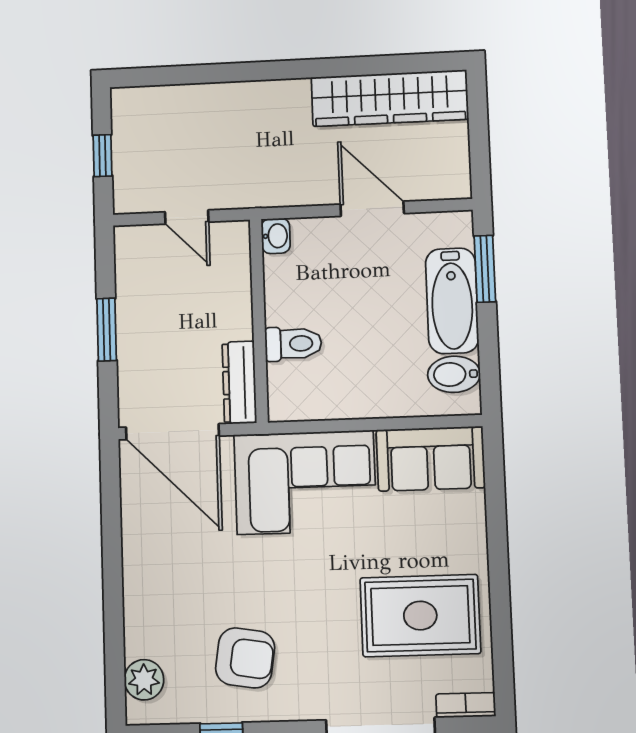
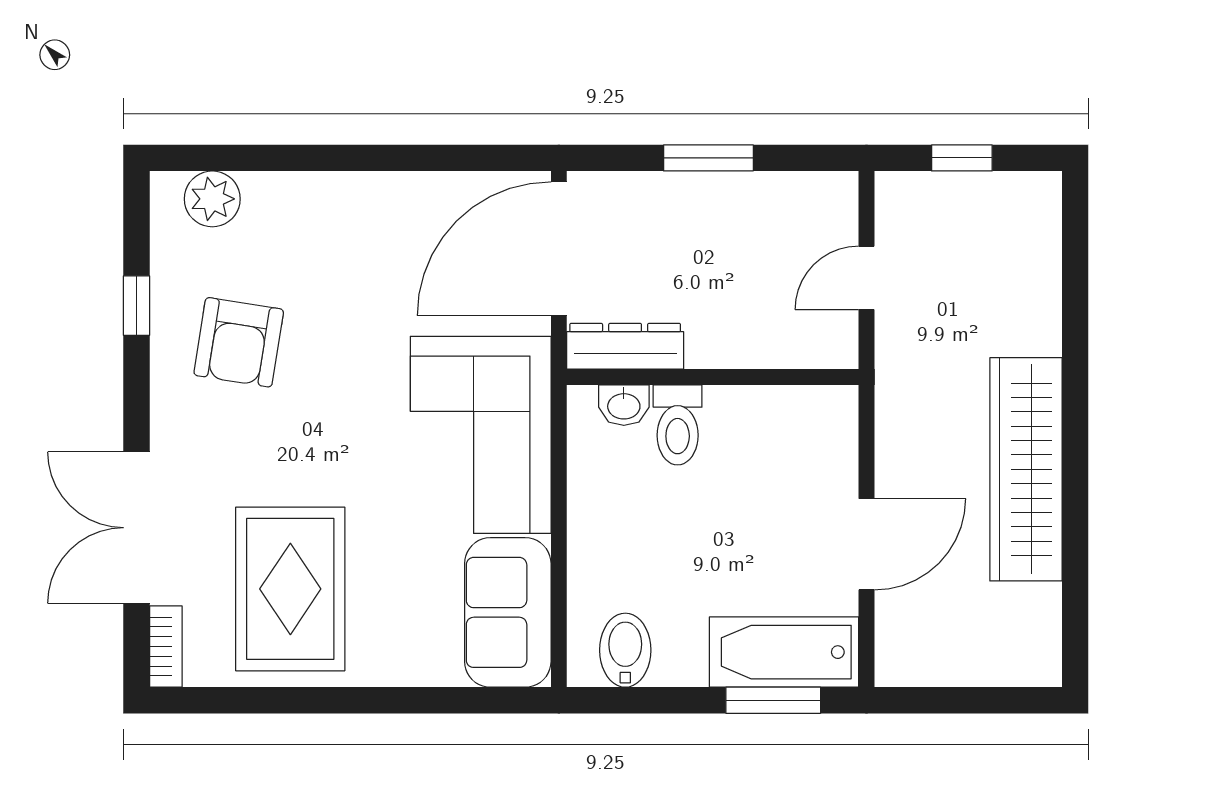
wardrobe: (390, 98) -> (1026, 469), moved
washbasin: (276, 236) -> (624, 405), moved
bathtub: (452, 301) -> (784, 652), moved

